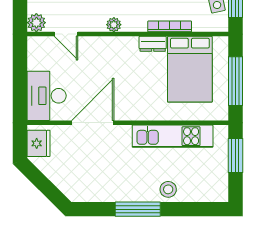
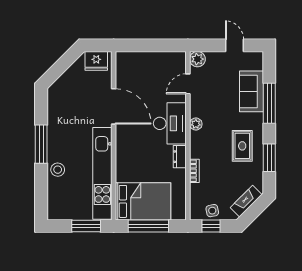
bookcase: (170, 26) -> (194, 171), width x0.64
bed: (190, 69) -> (143, 201), moved, turned 180
desk: (47, 96) -> (170, 123), moved, turned 90
kitchen unit: (173, 136) -> (102, 173), width x1.36

